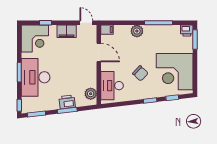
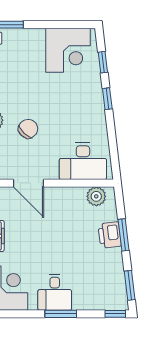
door: (99, 53) -> (29, 183), swing flipped
corner desk: (175, 72) -> (68, 50), width x0.74, depth x0.74
chair: (140, 73) -> (28, 129), moved
desk: (36, 77) -> (55, 292), width x0.53, depth x0.77

